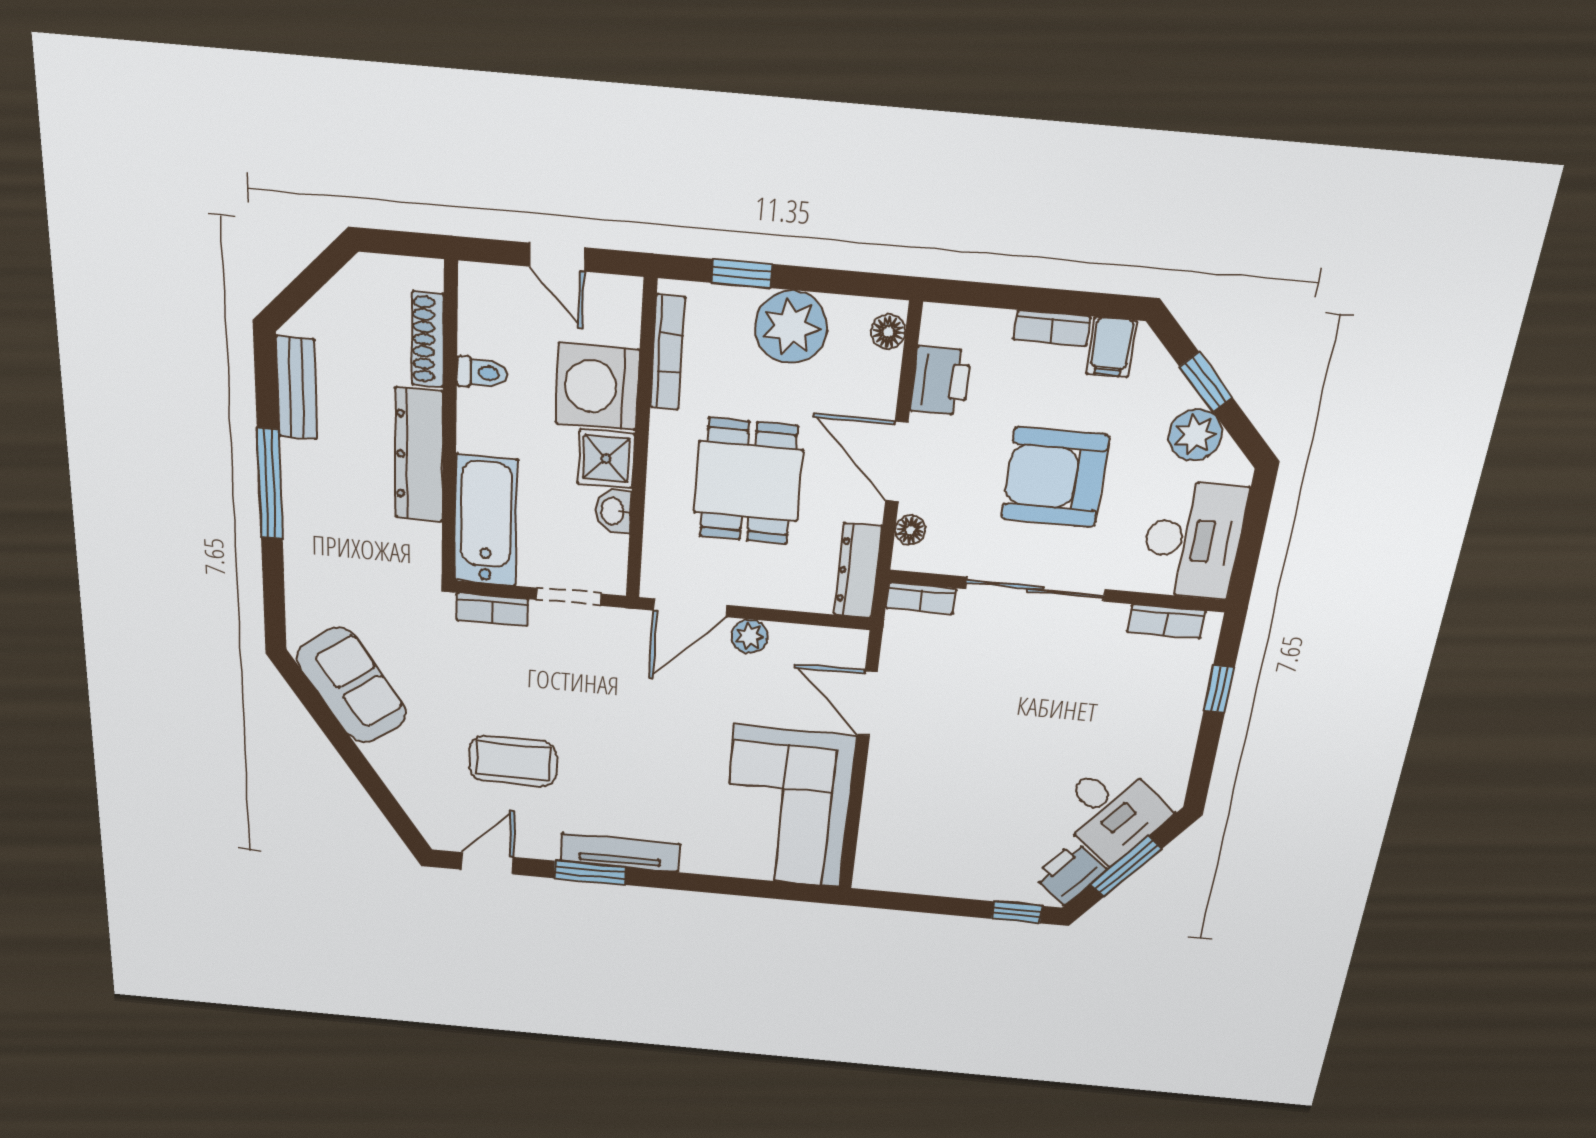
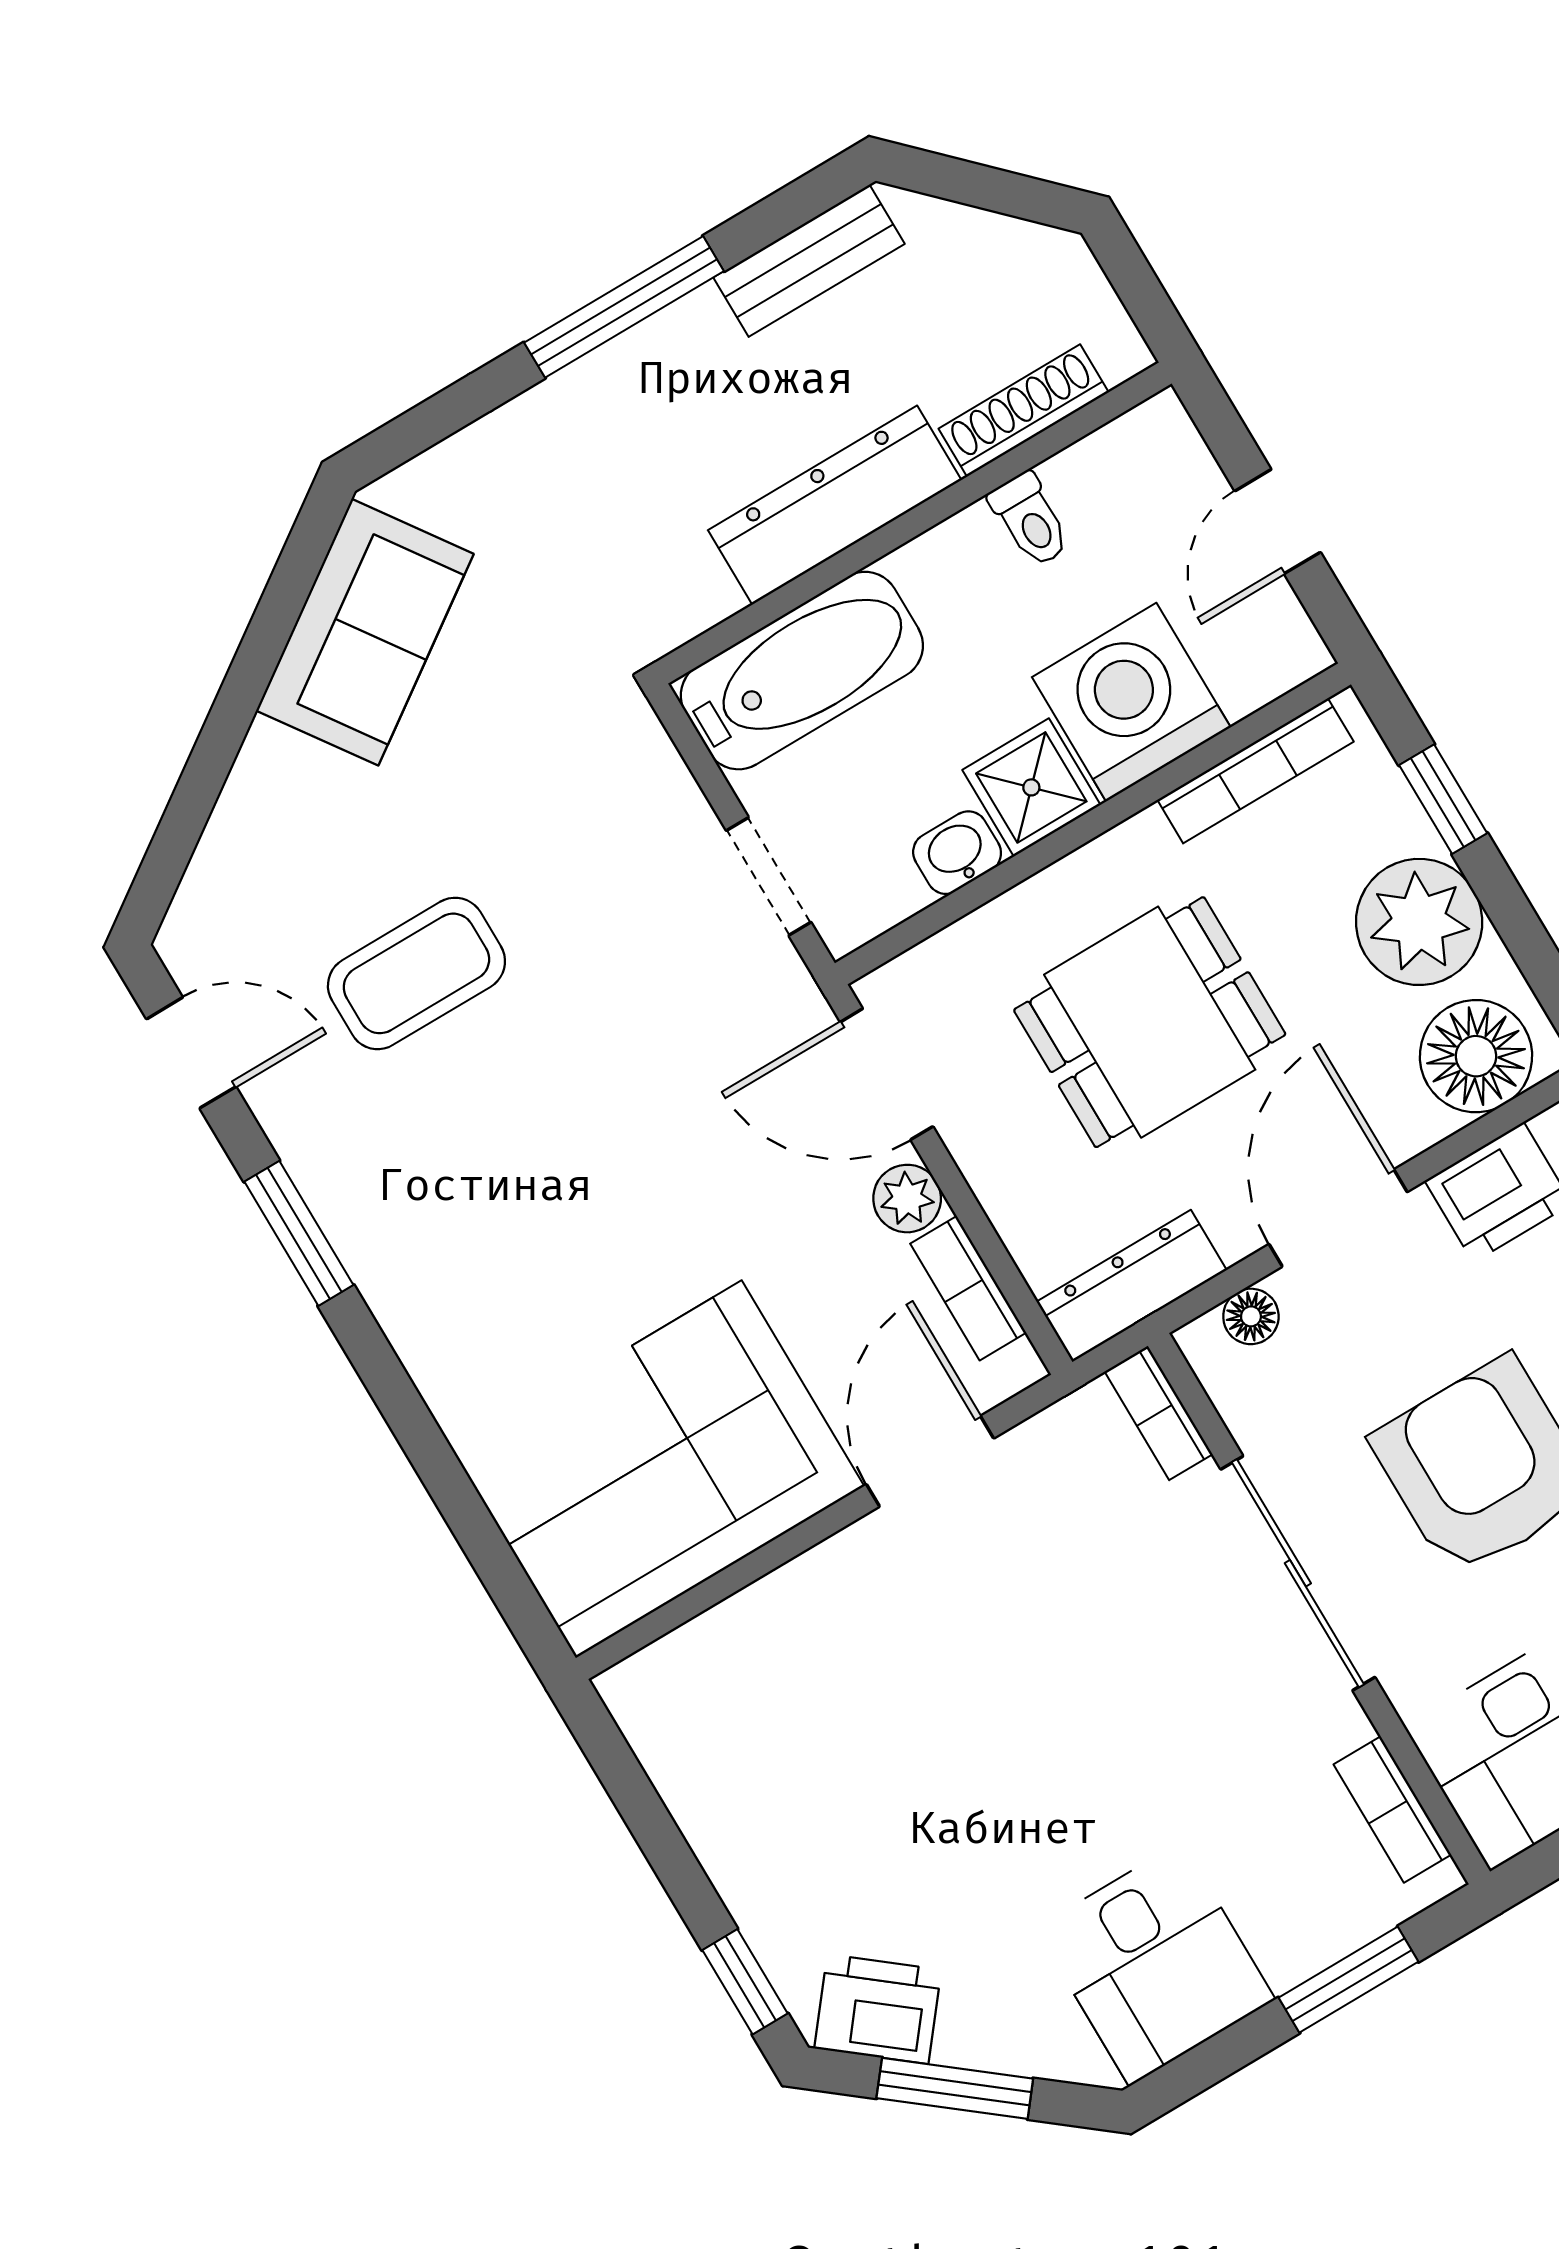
floor lamp: (888, 332) -> (1476, 1056), width x1.89, depth x1.89
bookcase: (492, 610) -> (968, 1288), moved
window: (1219, 689) -> (1349, 1980), width x1.50
coffee table: (513, 761) -> (416, 973), turned 90
desk: (1112, 811) -> (1155, 1964), moved, turned -39
tv unit: (620, 852) -> (374, 1257), removed

